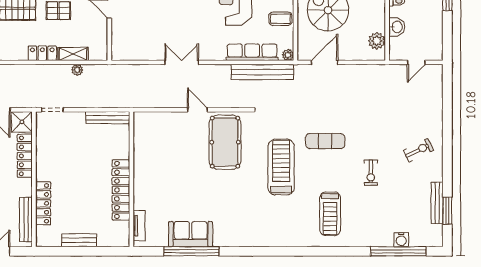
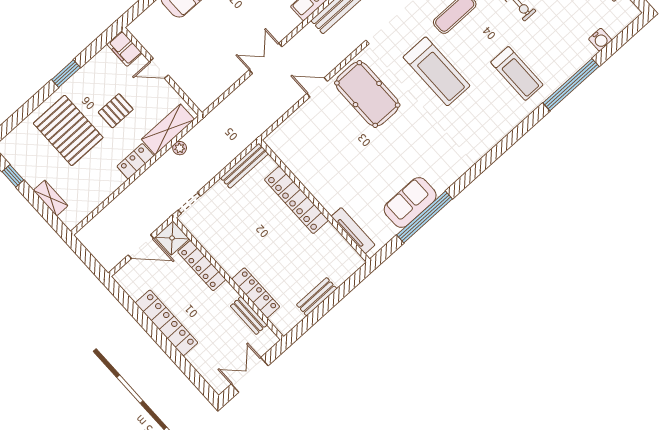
shelving: (73, 54) -> (168, 129), width x1.50, depth x1.33
treadmill: (281, 167) -> (437, 71), turned 180
locker: (121, 190) -> (296, 200), moved
bench: (26, 220) -> (249, 315), width x0.73
tv unit: (139, 226) -> (353, 231), width x1.41
window: (398, 251) -> (571, 85), moved

